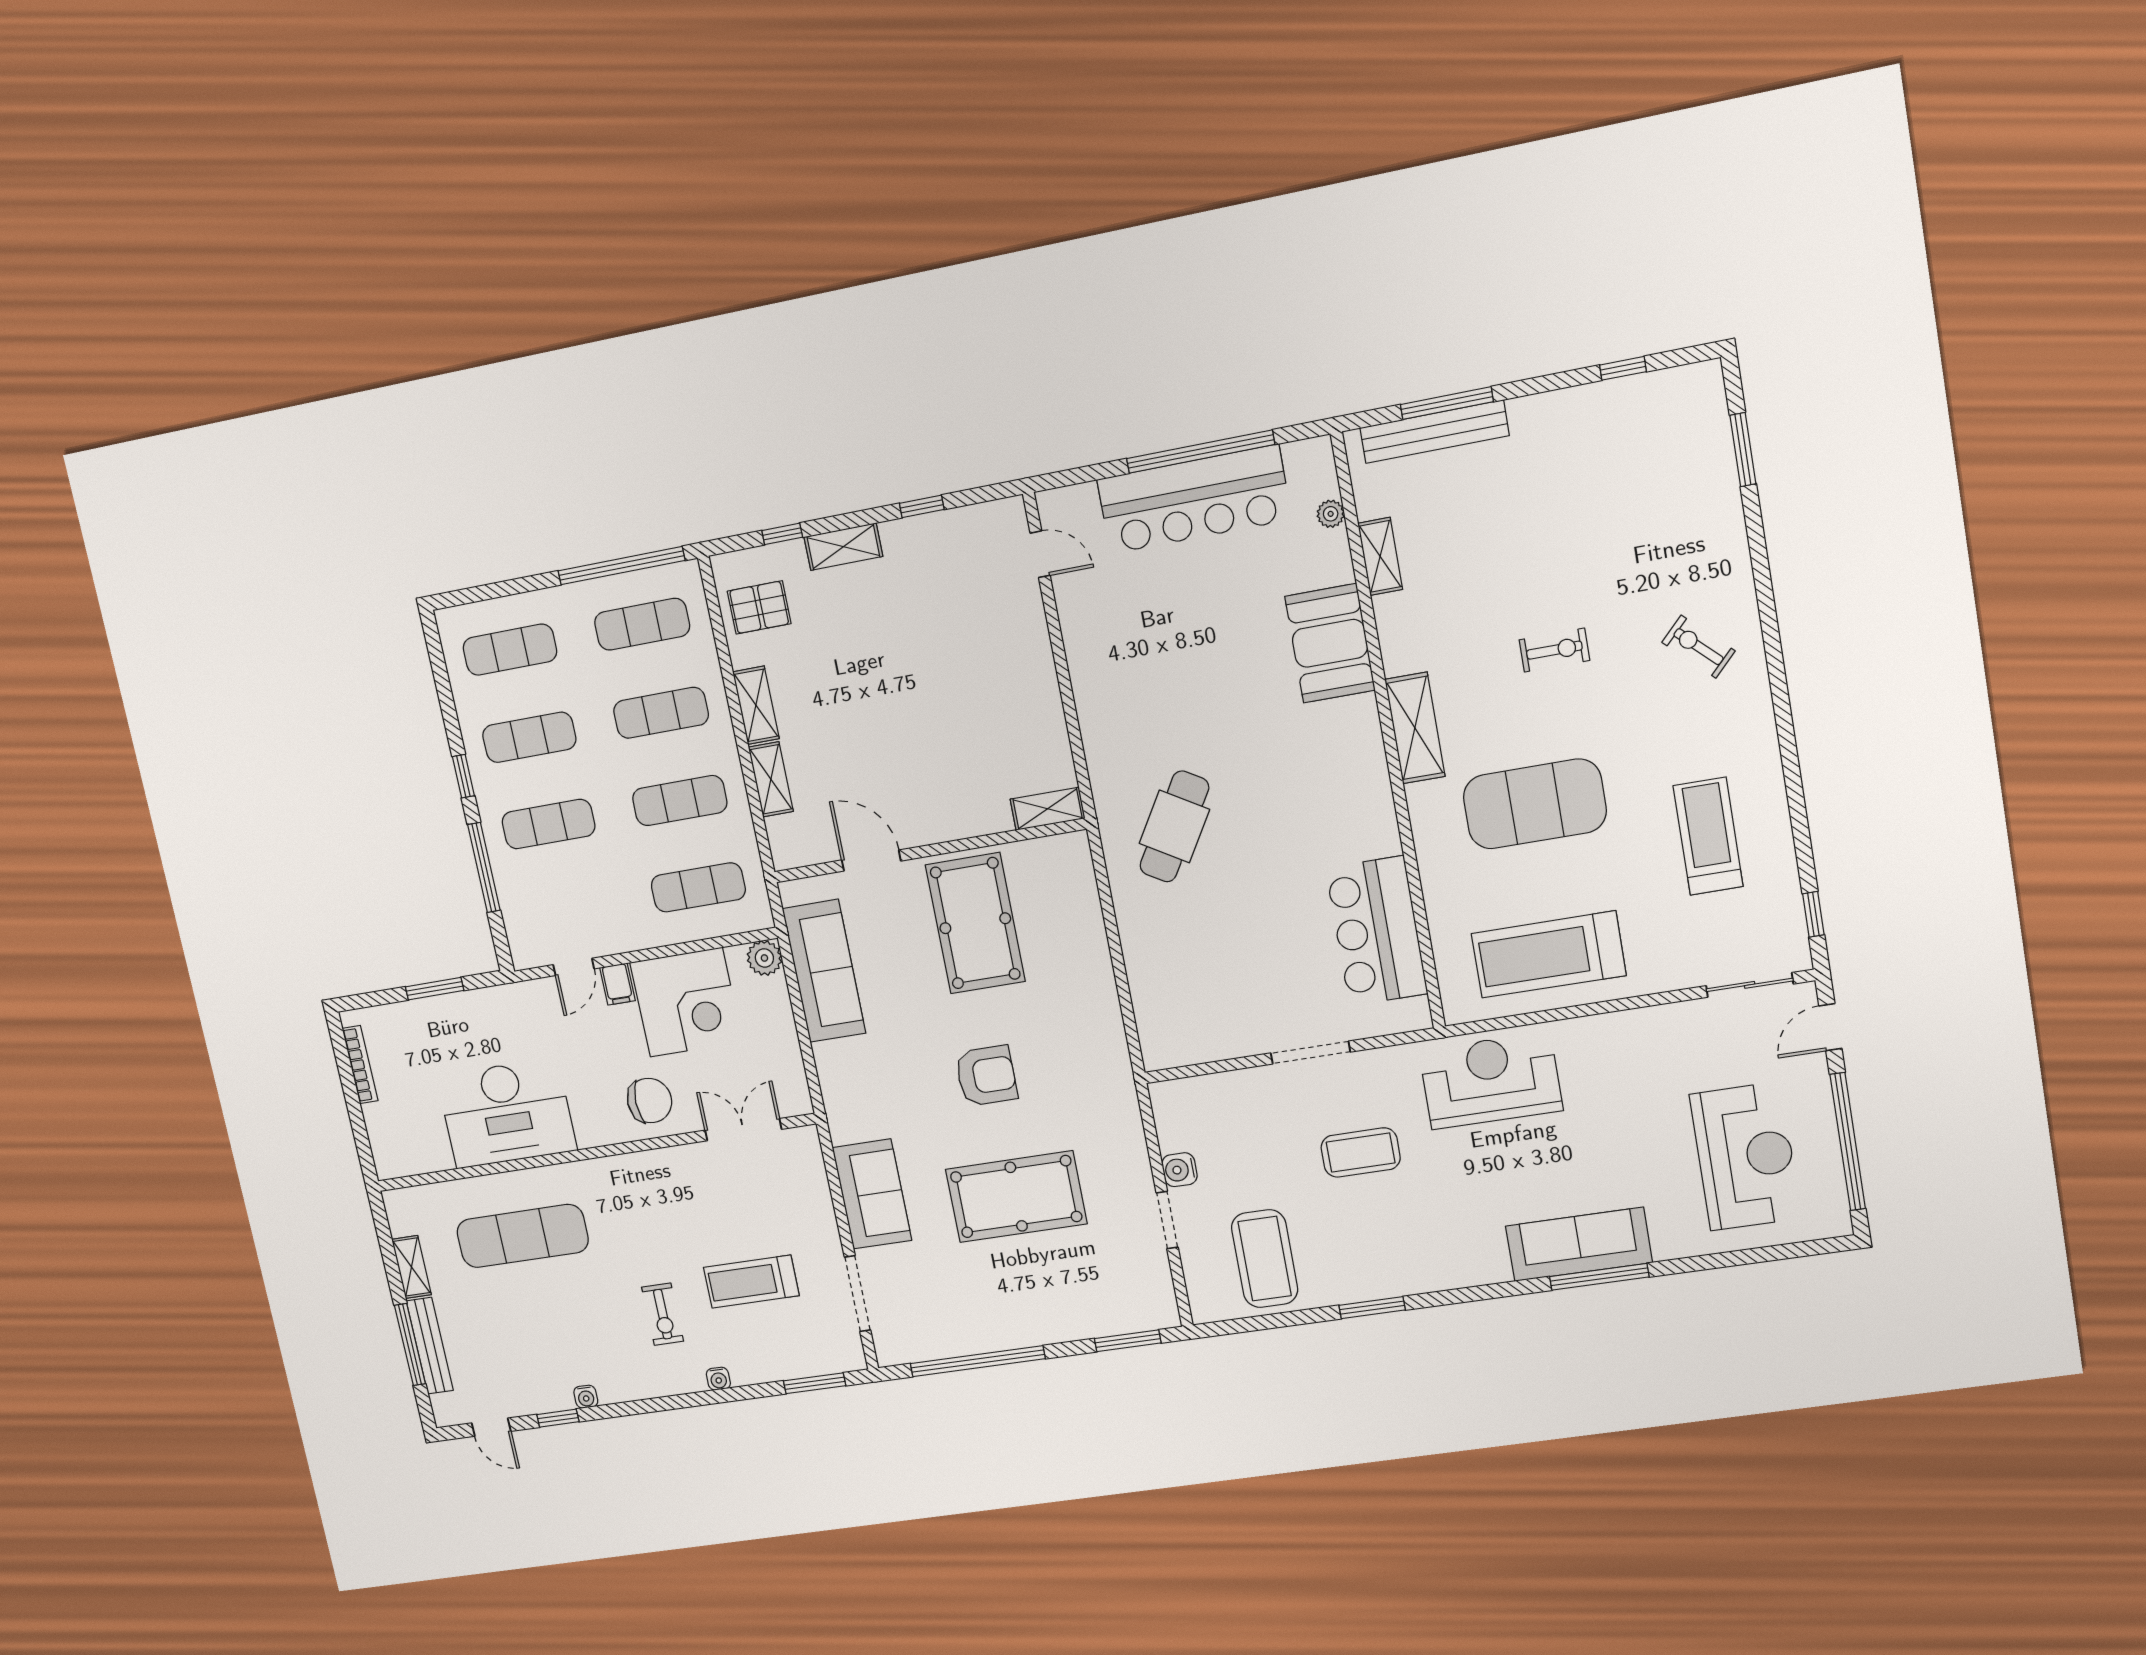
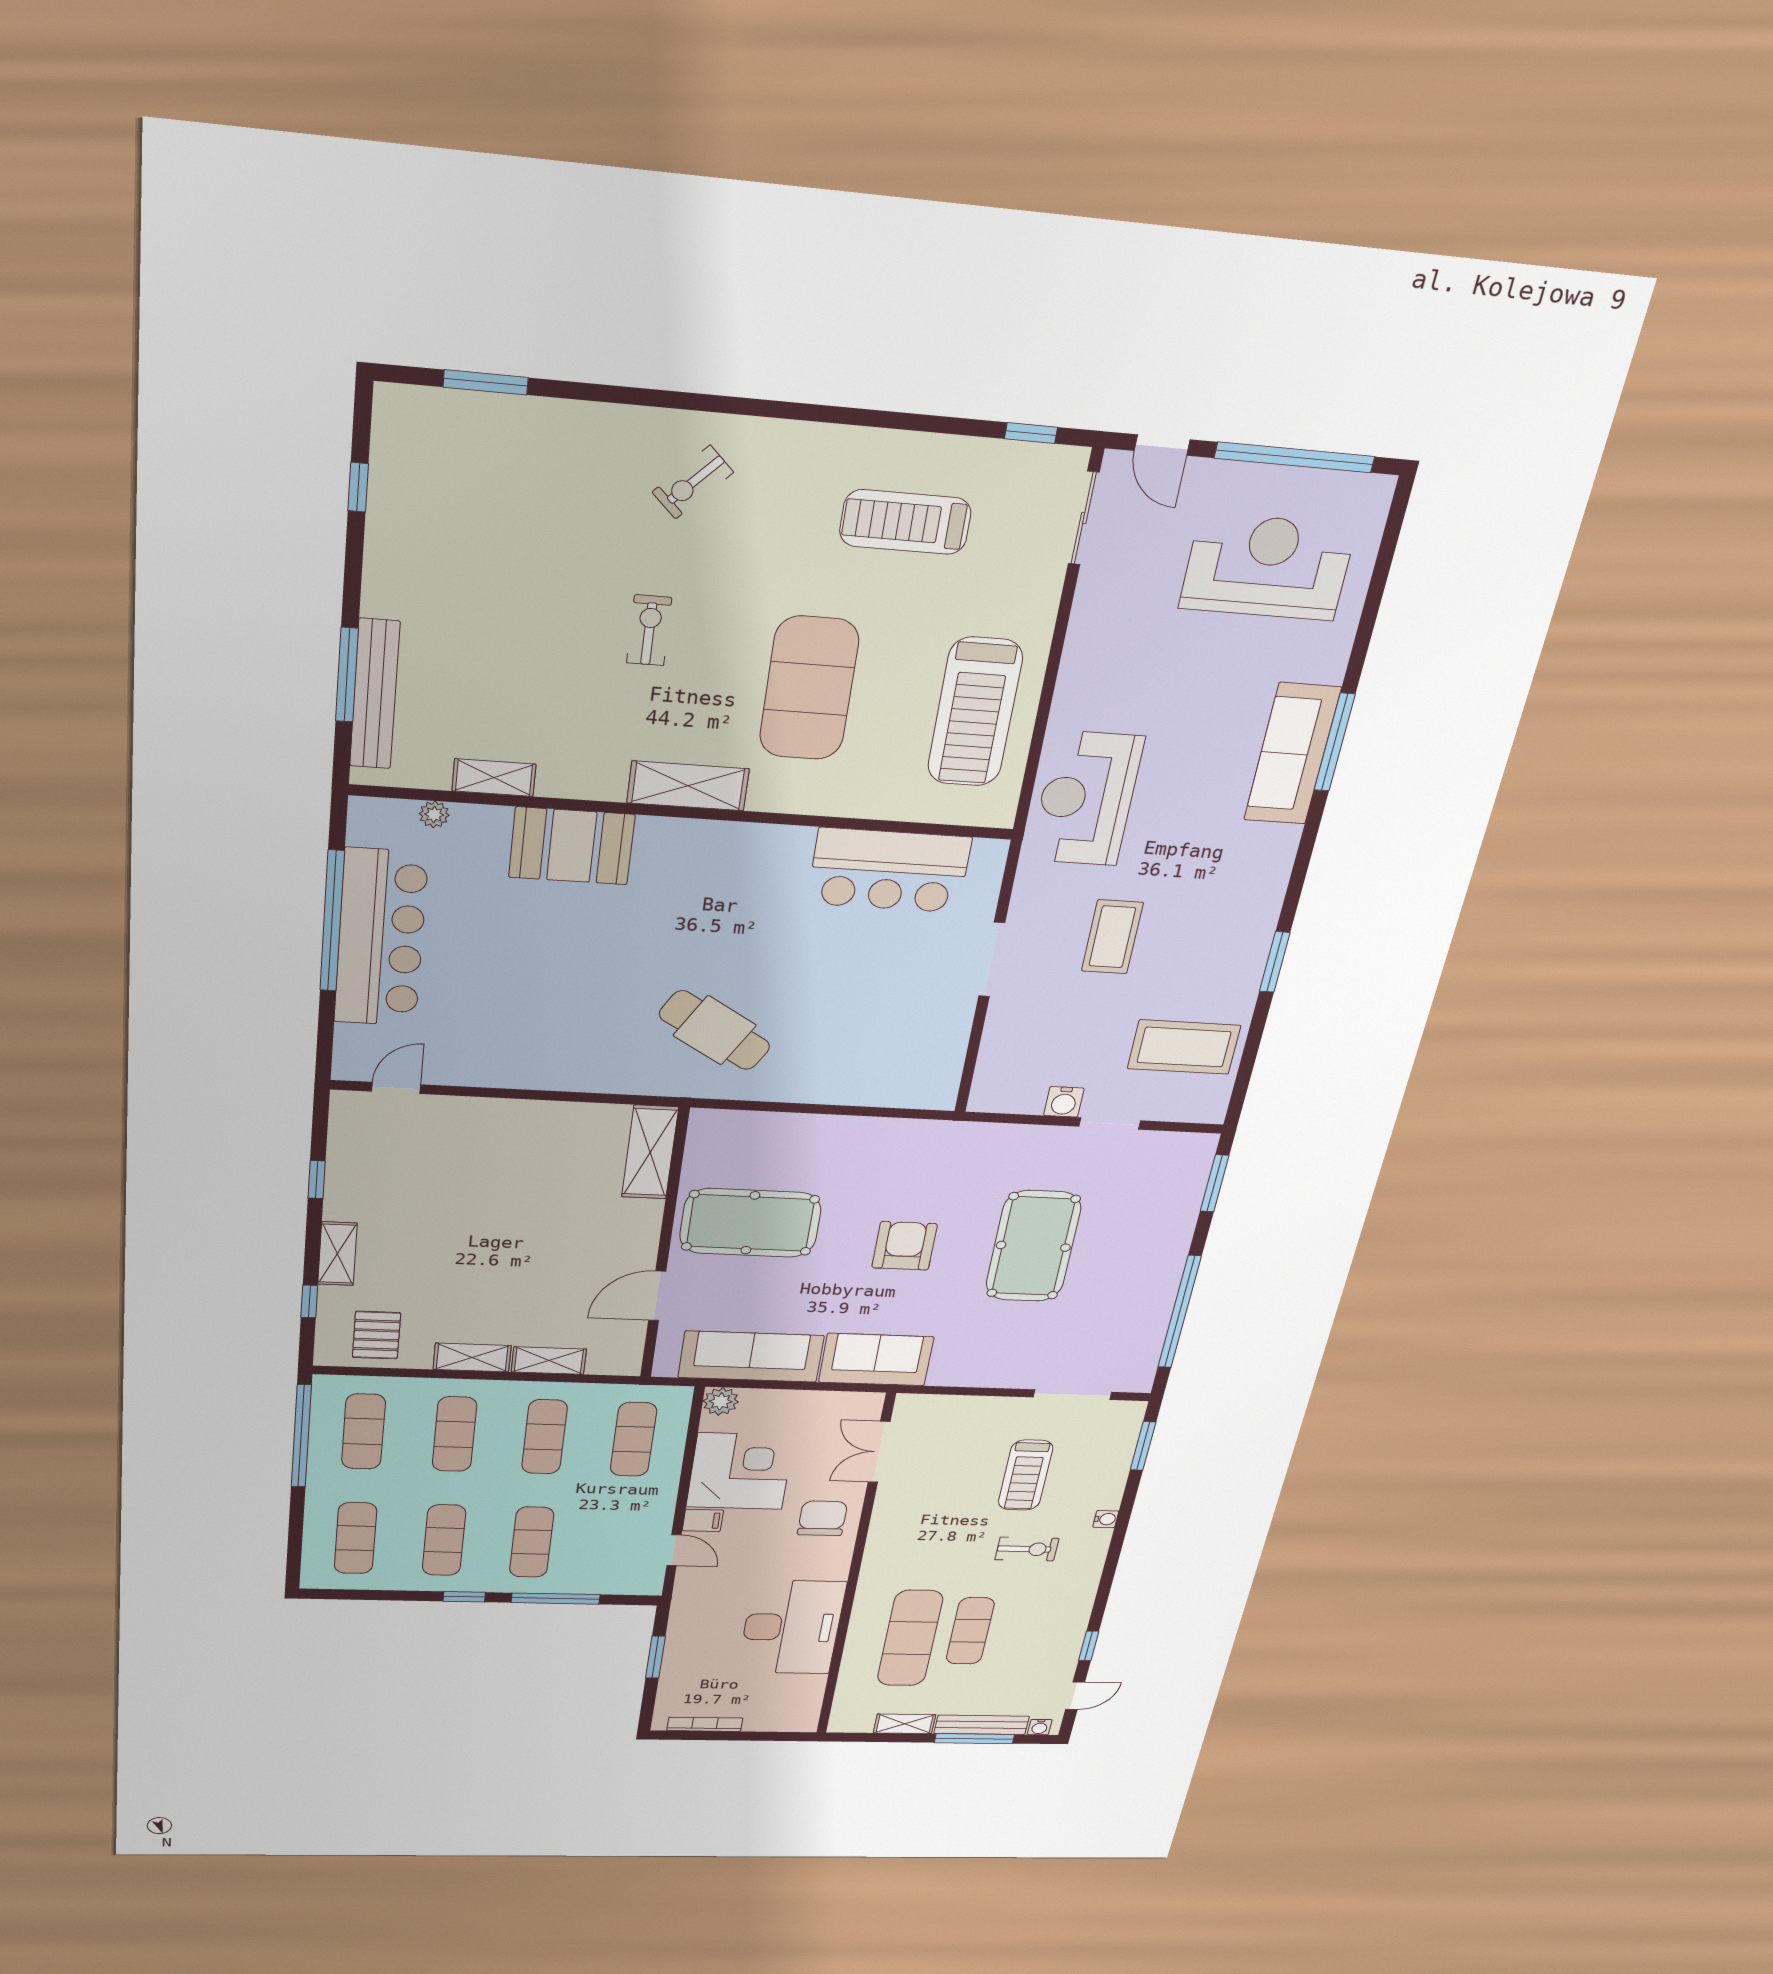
shelving: (1048, 809) -> (650, 1152), width x1.50, depth x1.33
sofa: (872, 1194) -> (876, 1360), moved
exercise mat: (547, 1293) -> (970, 1631), added
water cooler: (586, 1397) -> (1040, 1727), moved, turned 90

